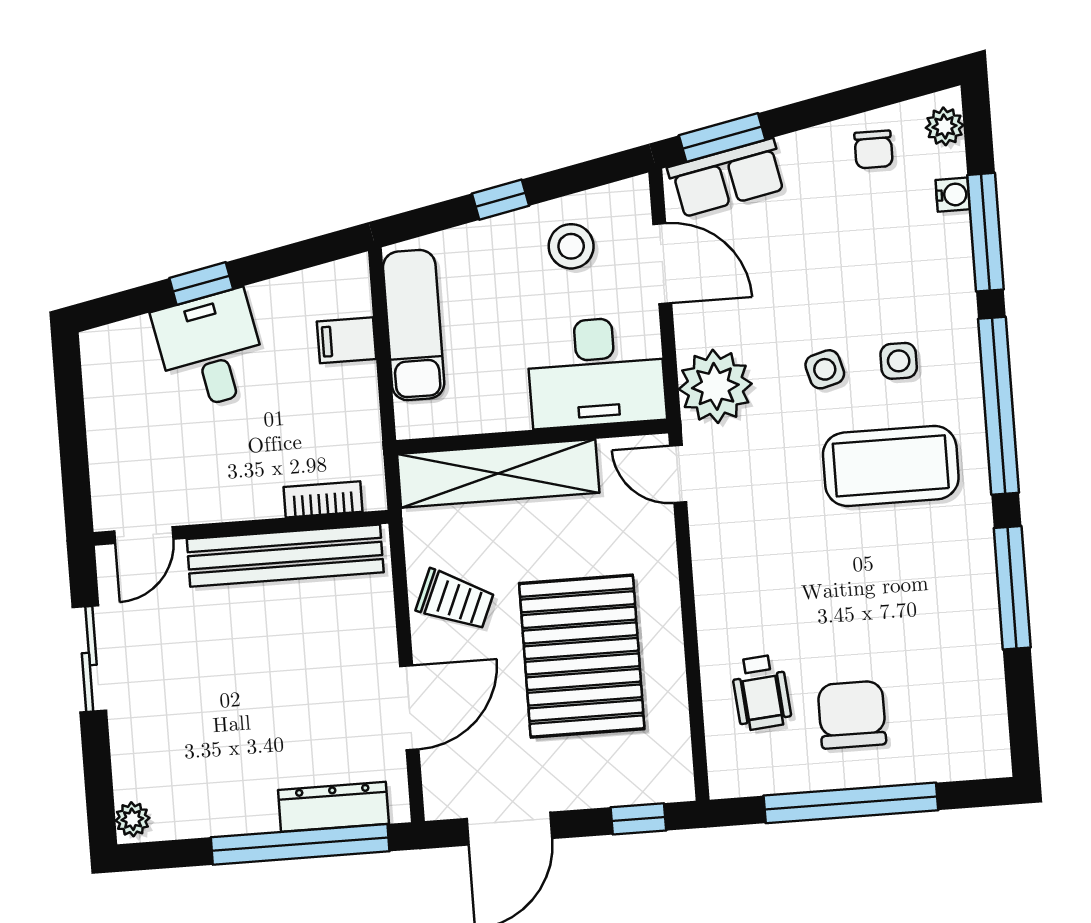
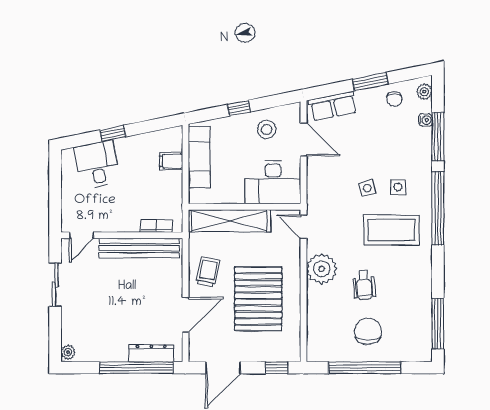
window: (722, 138) -> (370, 82), moved
desk: (210, 350) -> (97, 165), moved
plant: (715, 386) -> (322, 269), moved
window: (1012, 588) -> (438, 324), moved
trolley: (455, 600) -> (208, 272), turned -102
wheelchair: (761, 692) -> (364, 285), moved

